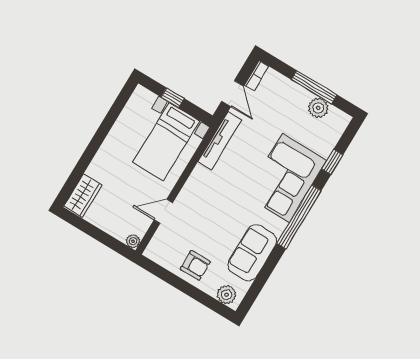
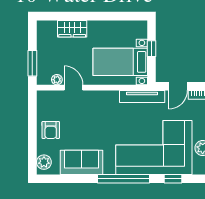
corner sofa: (286, 178) -> (154, 147), width x1.36, depth x1.36
wardrobe: (83, 196) -> (72, 29), moved
window: (108, 241) -> (32, 63), added
plant: (133, 241) -> (57, 80), moved

